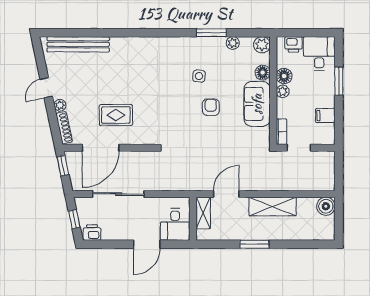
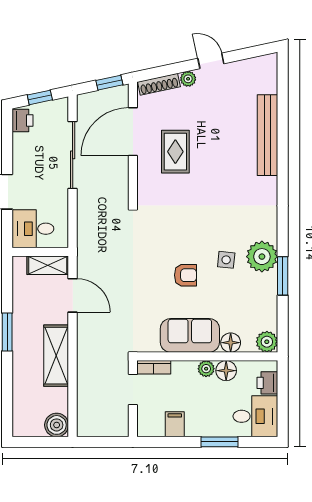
plant: (233, 43) -> (262, 257), moved, width x1.88, depth x1.88
bench: (78, 44) -> (267, 135), moved
door: (101, 148) -> (133, 132), hinge flipped

